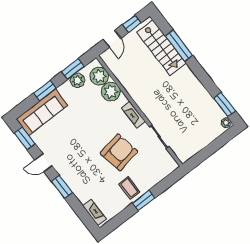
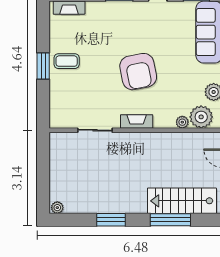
plant: (111, 92) -> (182, 122), width x0.53, depth x0.53
window: (224, 105) -> (111, 220), moved
armchair: (119, 152) -> (138, 72), moved

